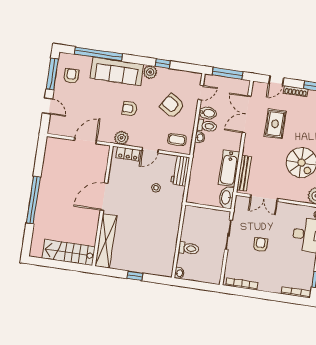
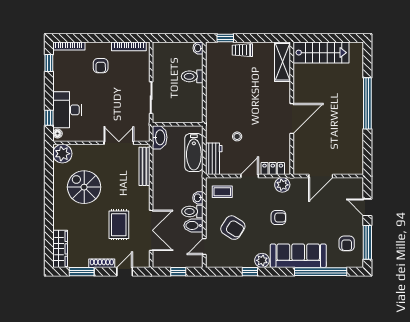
window: (228, 73) -> (178, 272), width x0.46
bathtub: (229, 168) -> (194, 153), moved, turned 180
shelving: (106, 241) -> (283, 62), width x0.68
armchair: (261, 245) -> (101, 66), moved
trolley: (140, 265) -> (242, 50), added
window: (135, 276) -> (225, 38), moved

